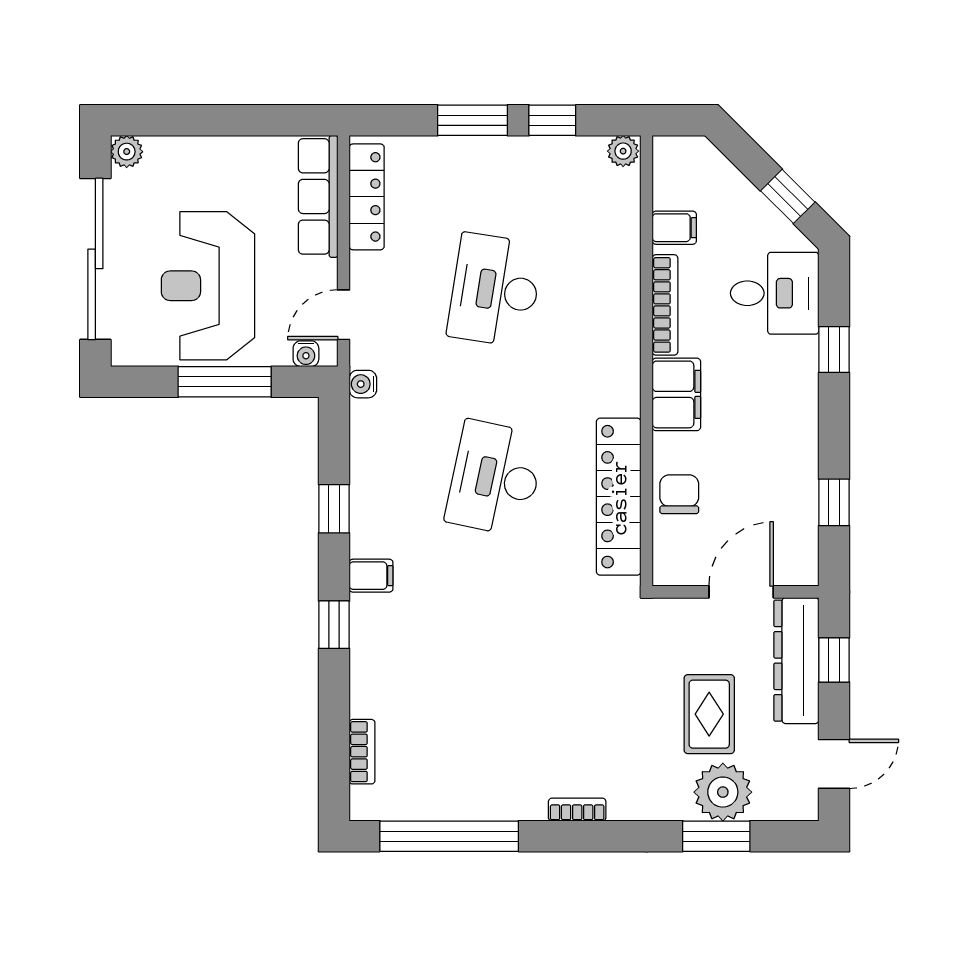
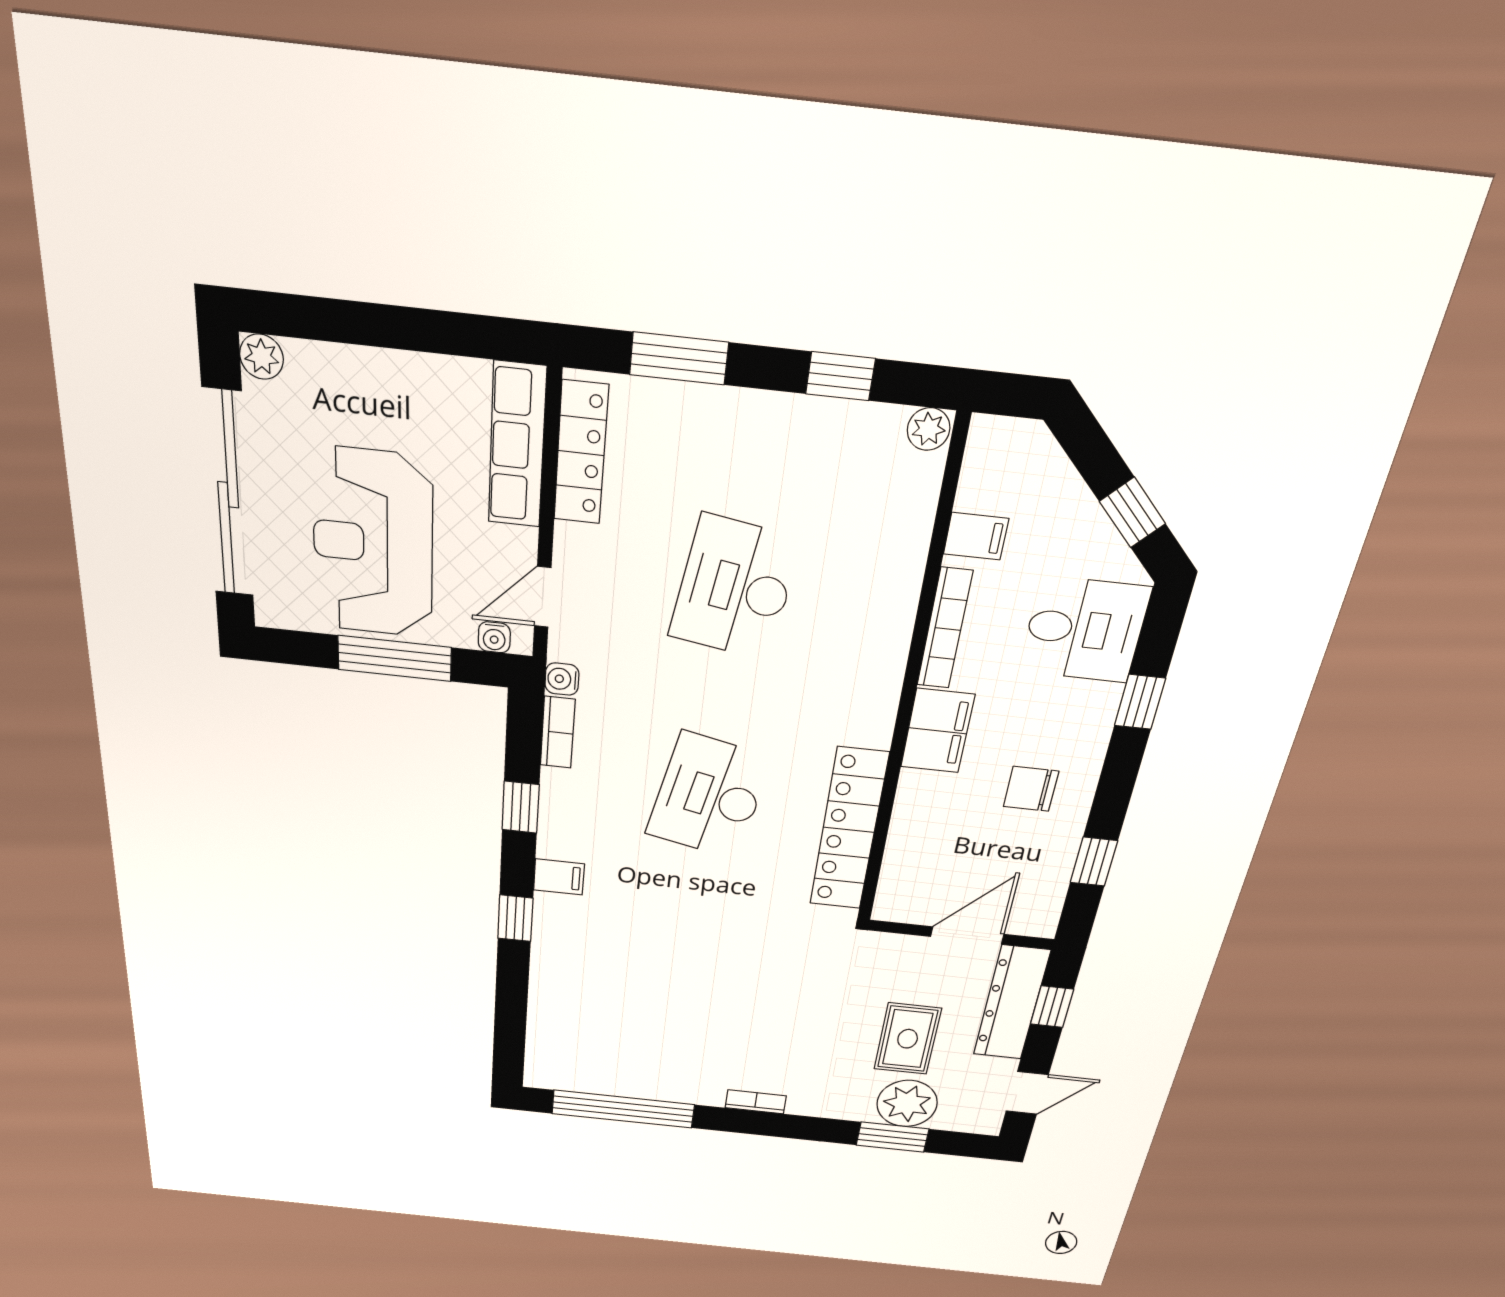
window: (473, 120) -> (679, 358), moved
chair: (679, 494) -> (1031, 789), moved, turned -90
bookcase: (362, 752) -> (558, 732), moved

